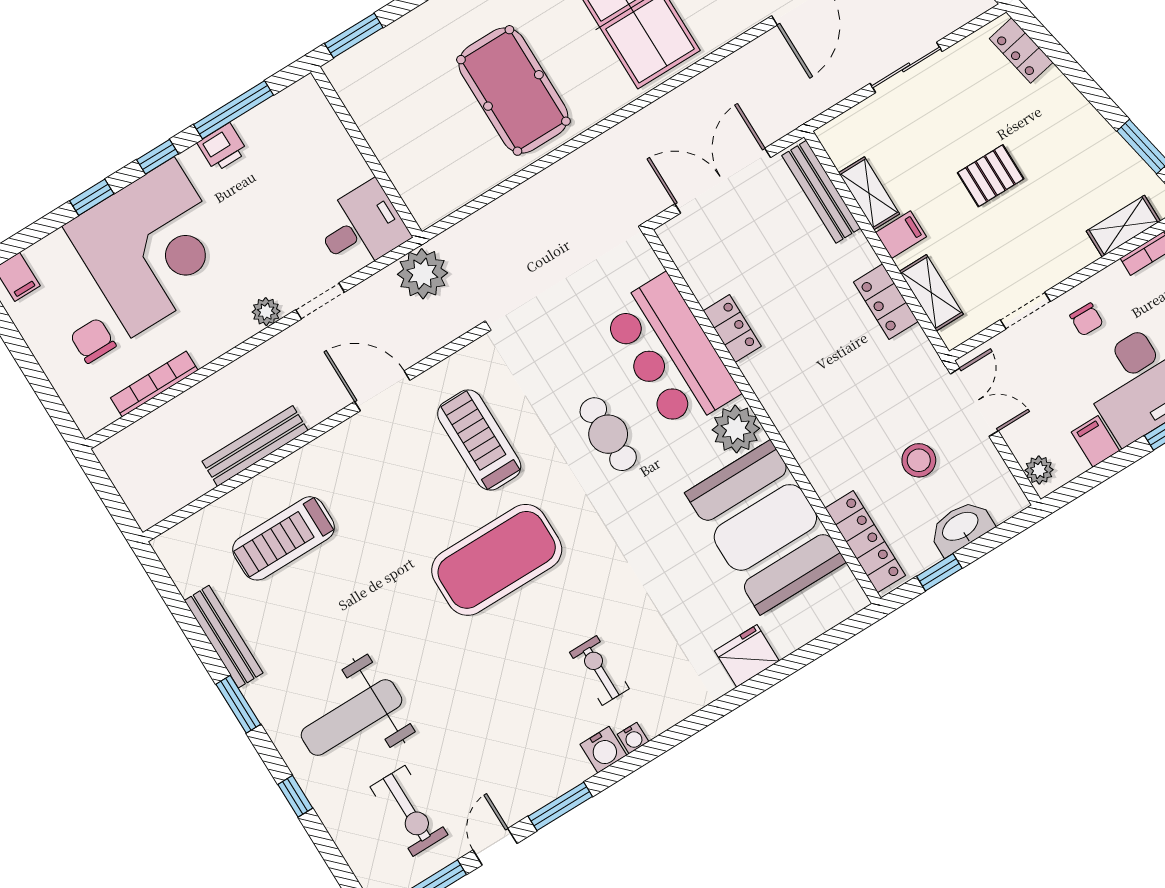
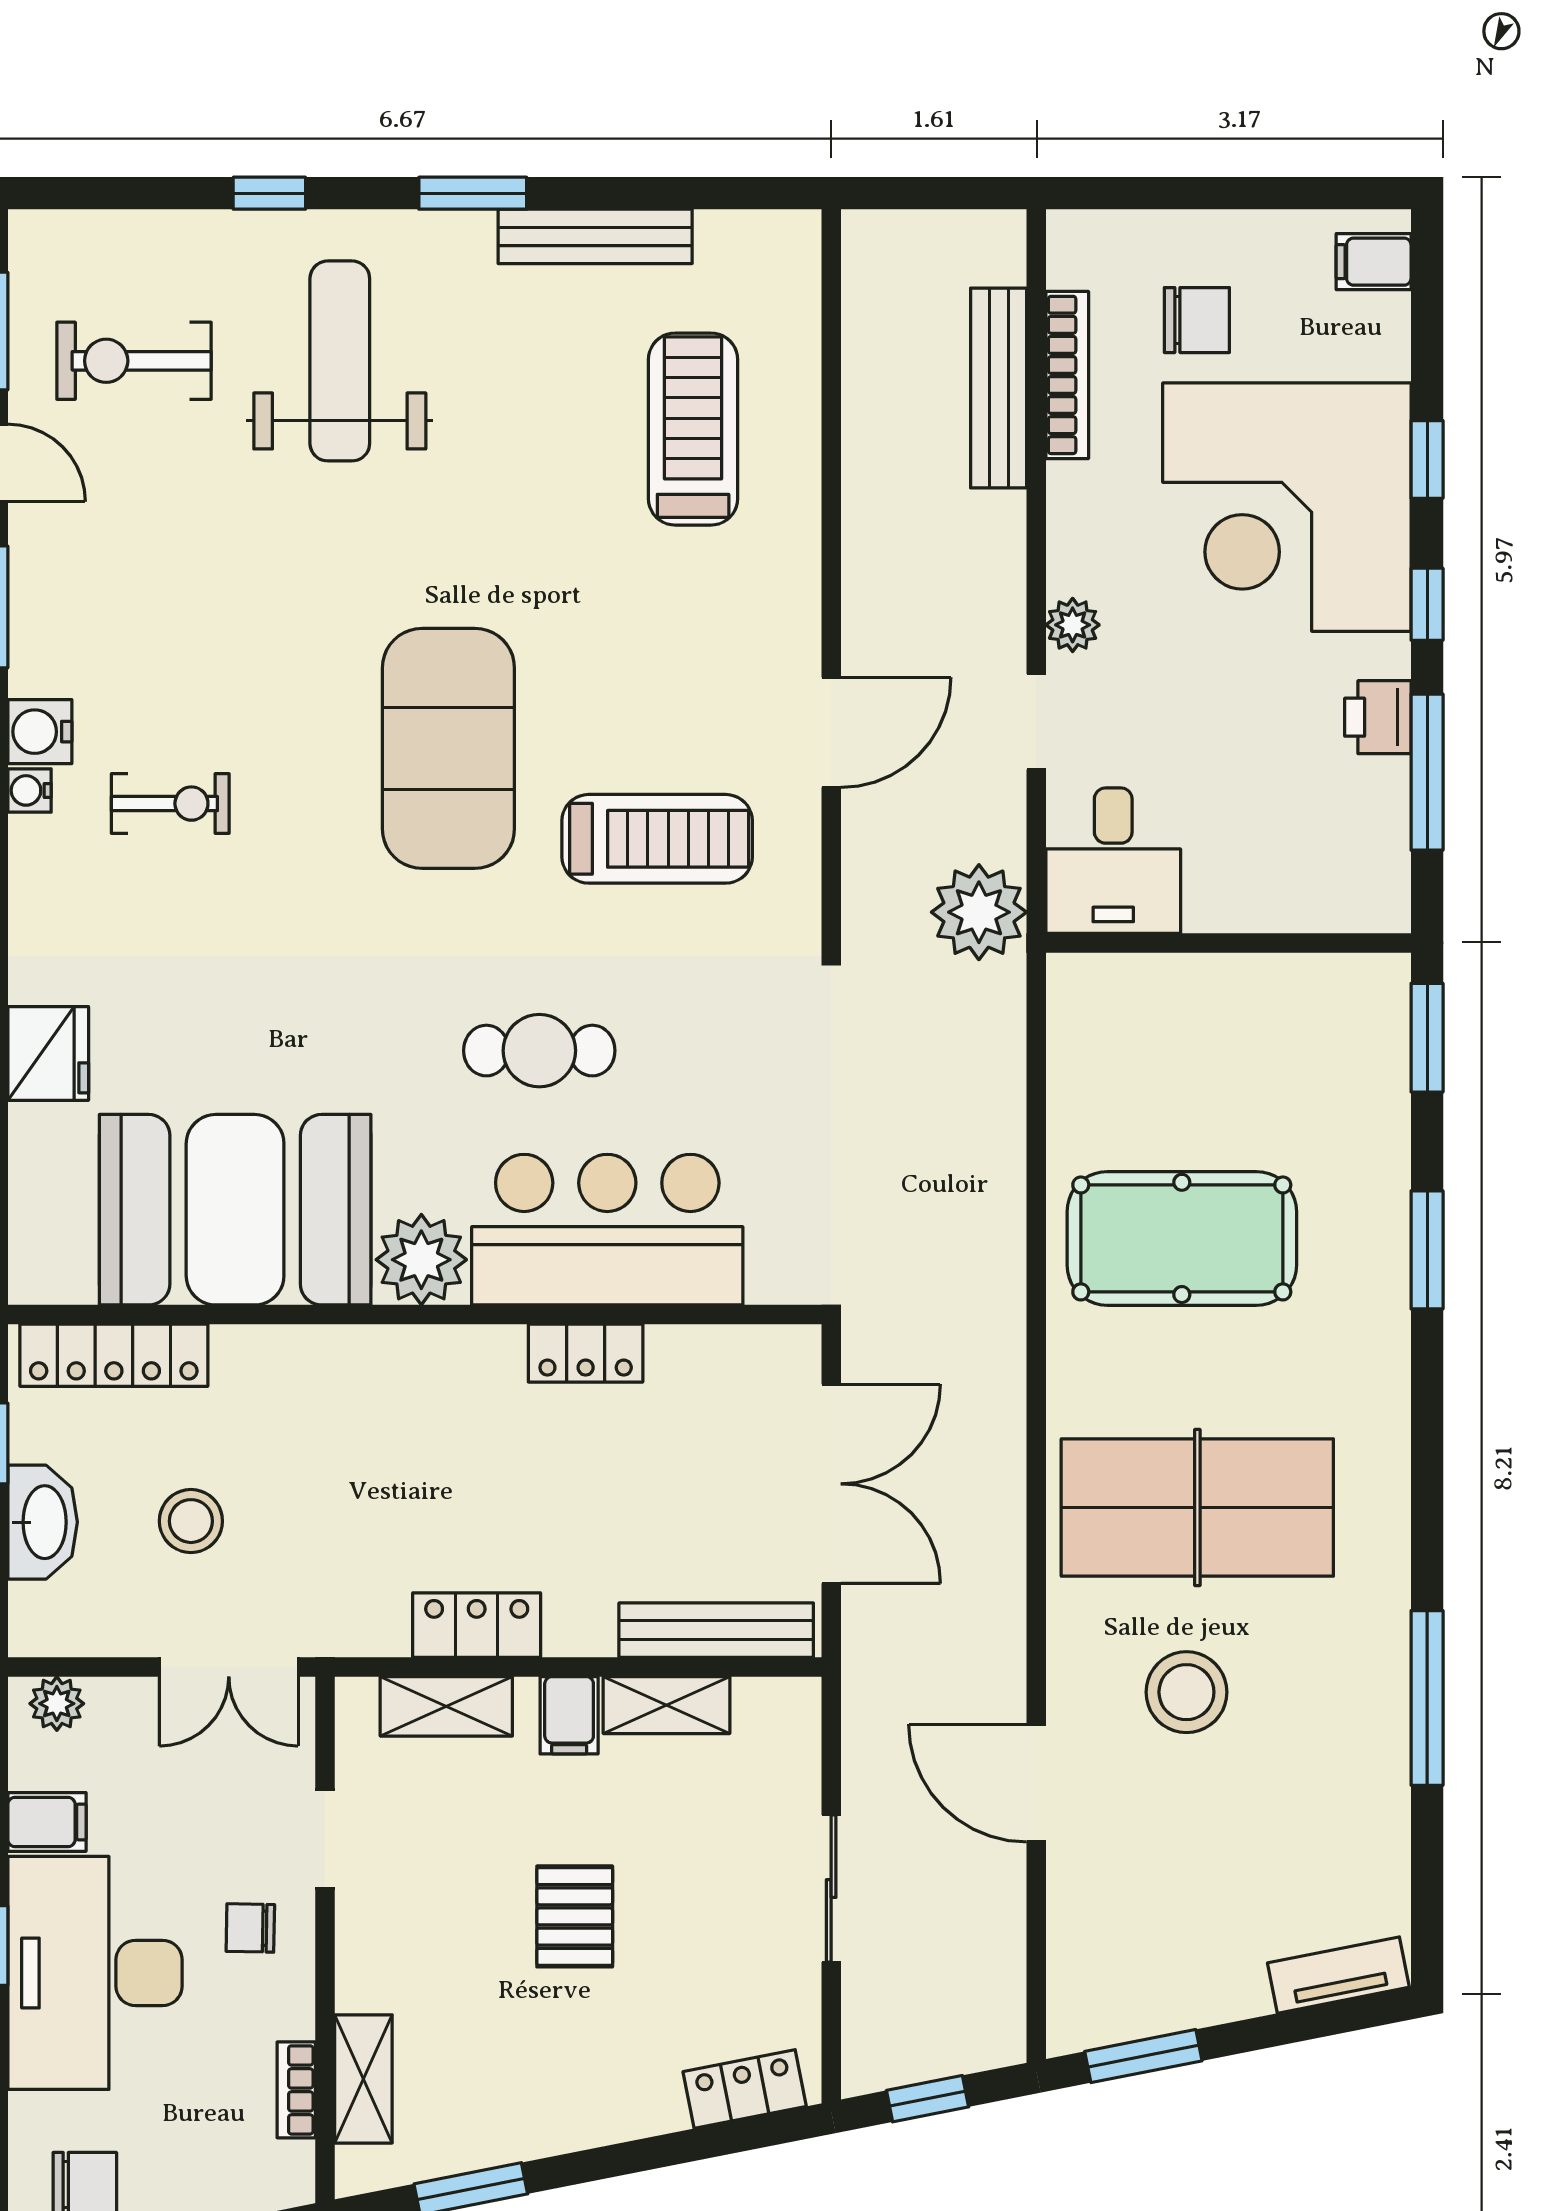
bench: (255, 446) -> (999, 388), moved

